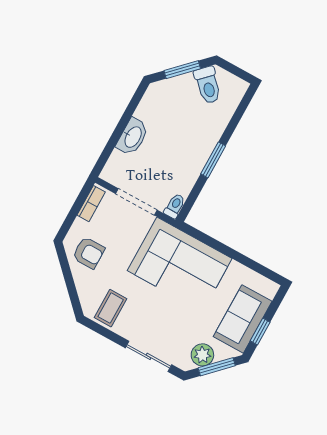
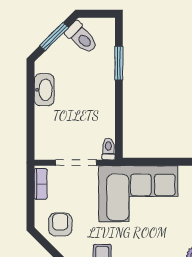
washbasin: (133, 137) -> (44, 90), moved
window: (213, 160) -> (119, 63), moved
armchair: (89, 253) -> (60, 225), turned -90

